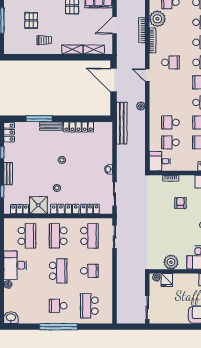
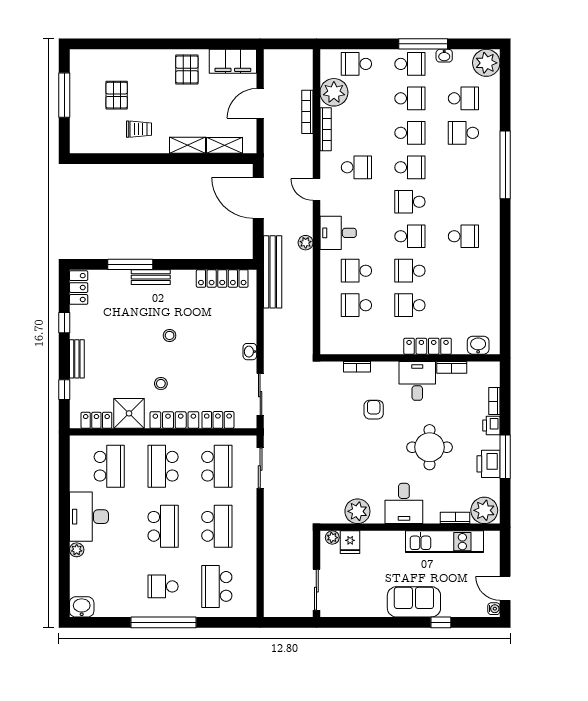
locker: (79, 127) -> (222, 278), moved
desk: (160, 161) -> (338, 233), moved
school desk: (89, 271) -> (217, 526), width x1.85

